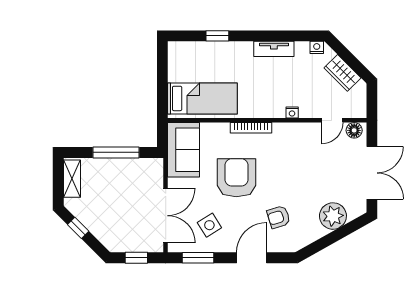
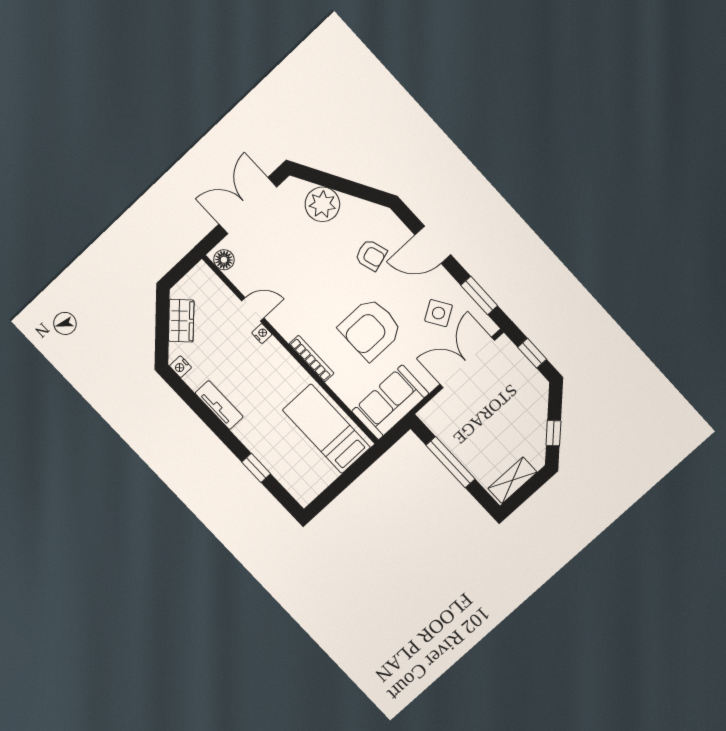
door: (332, 120) -> (253, 309), moved

